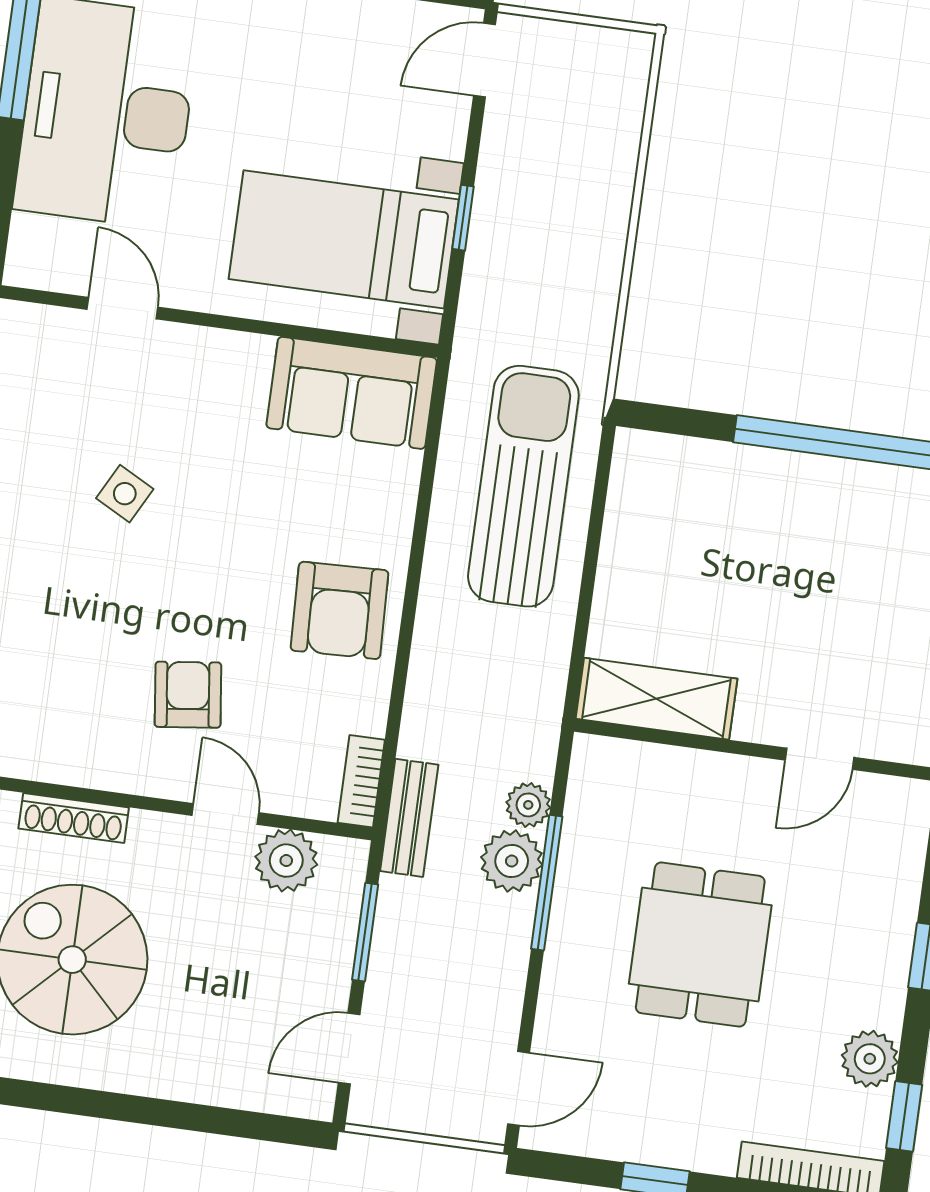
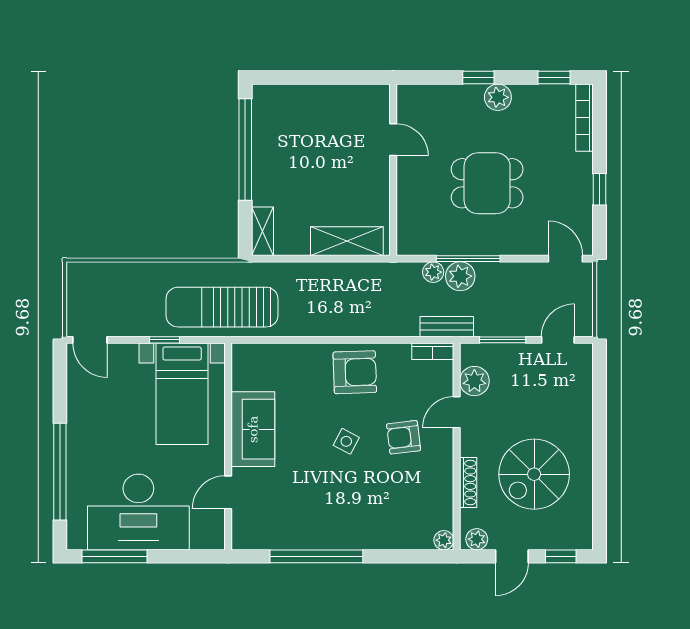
sofa: (352, 393) -> (253, 429), moved
shelving: (664, 456) -> (262, 231), added
sun lounger: (523, 486) -> (222, 307), moved
side table: (125, 494) -> (346, 441), moved
shelving: (656, 699) -> (347, 241), moved, turned 90
door: (349, 1049) -> (558, 340), swing flipped
plant: (870, 1059) -> (498, 97), moved

